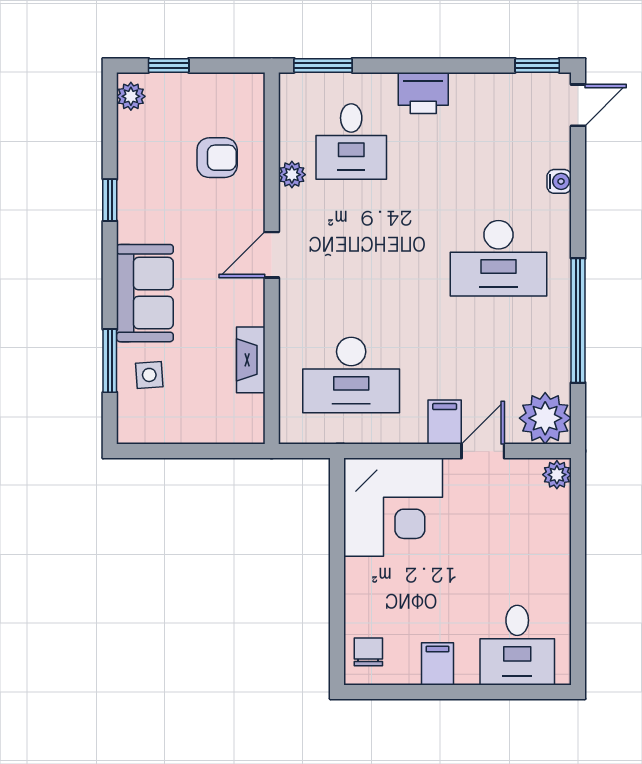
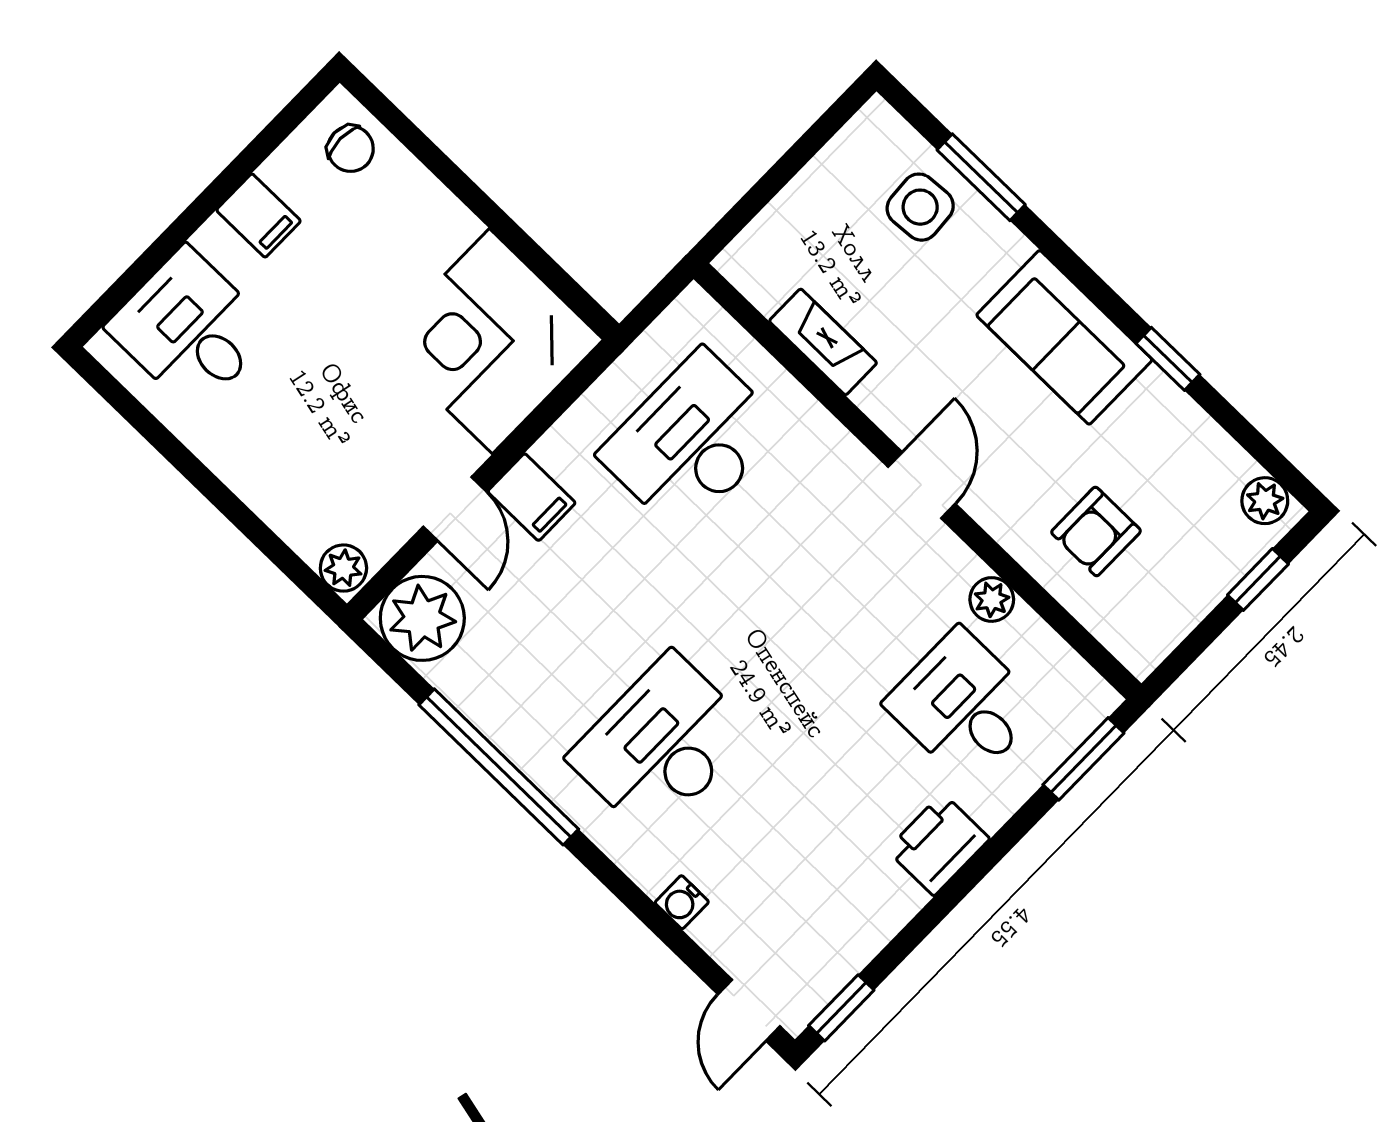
sofa: (145, 293) -> (1064, 337), moved
side table: (149, 375) -> (920, 207), width x1.37, depth x1.37

